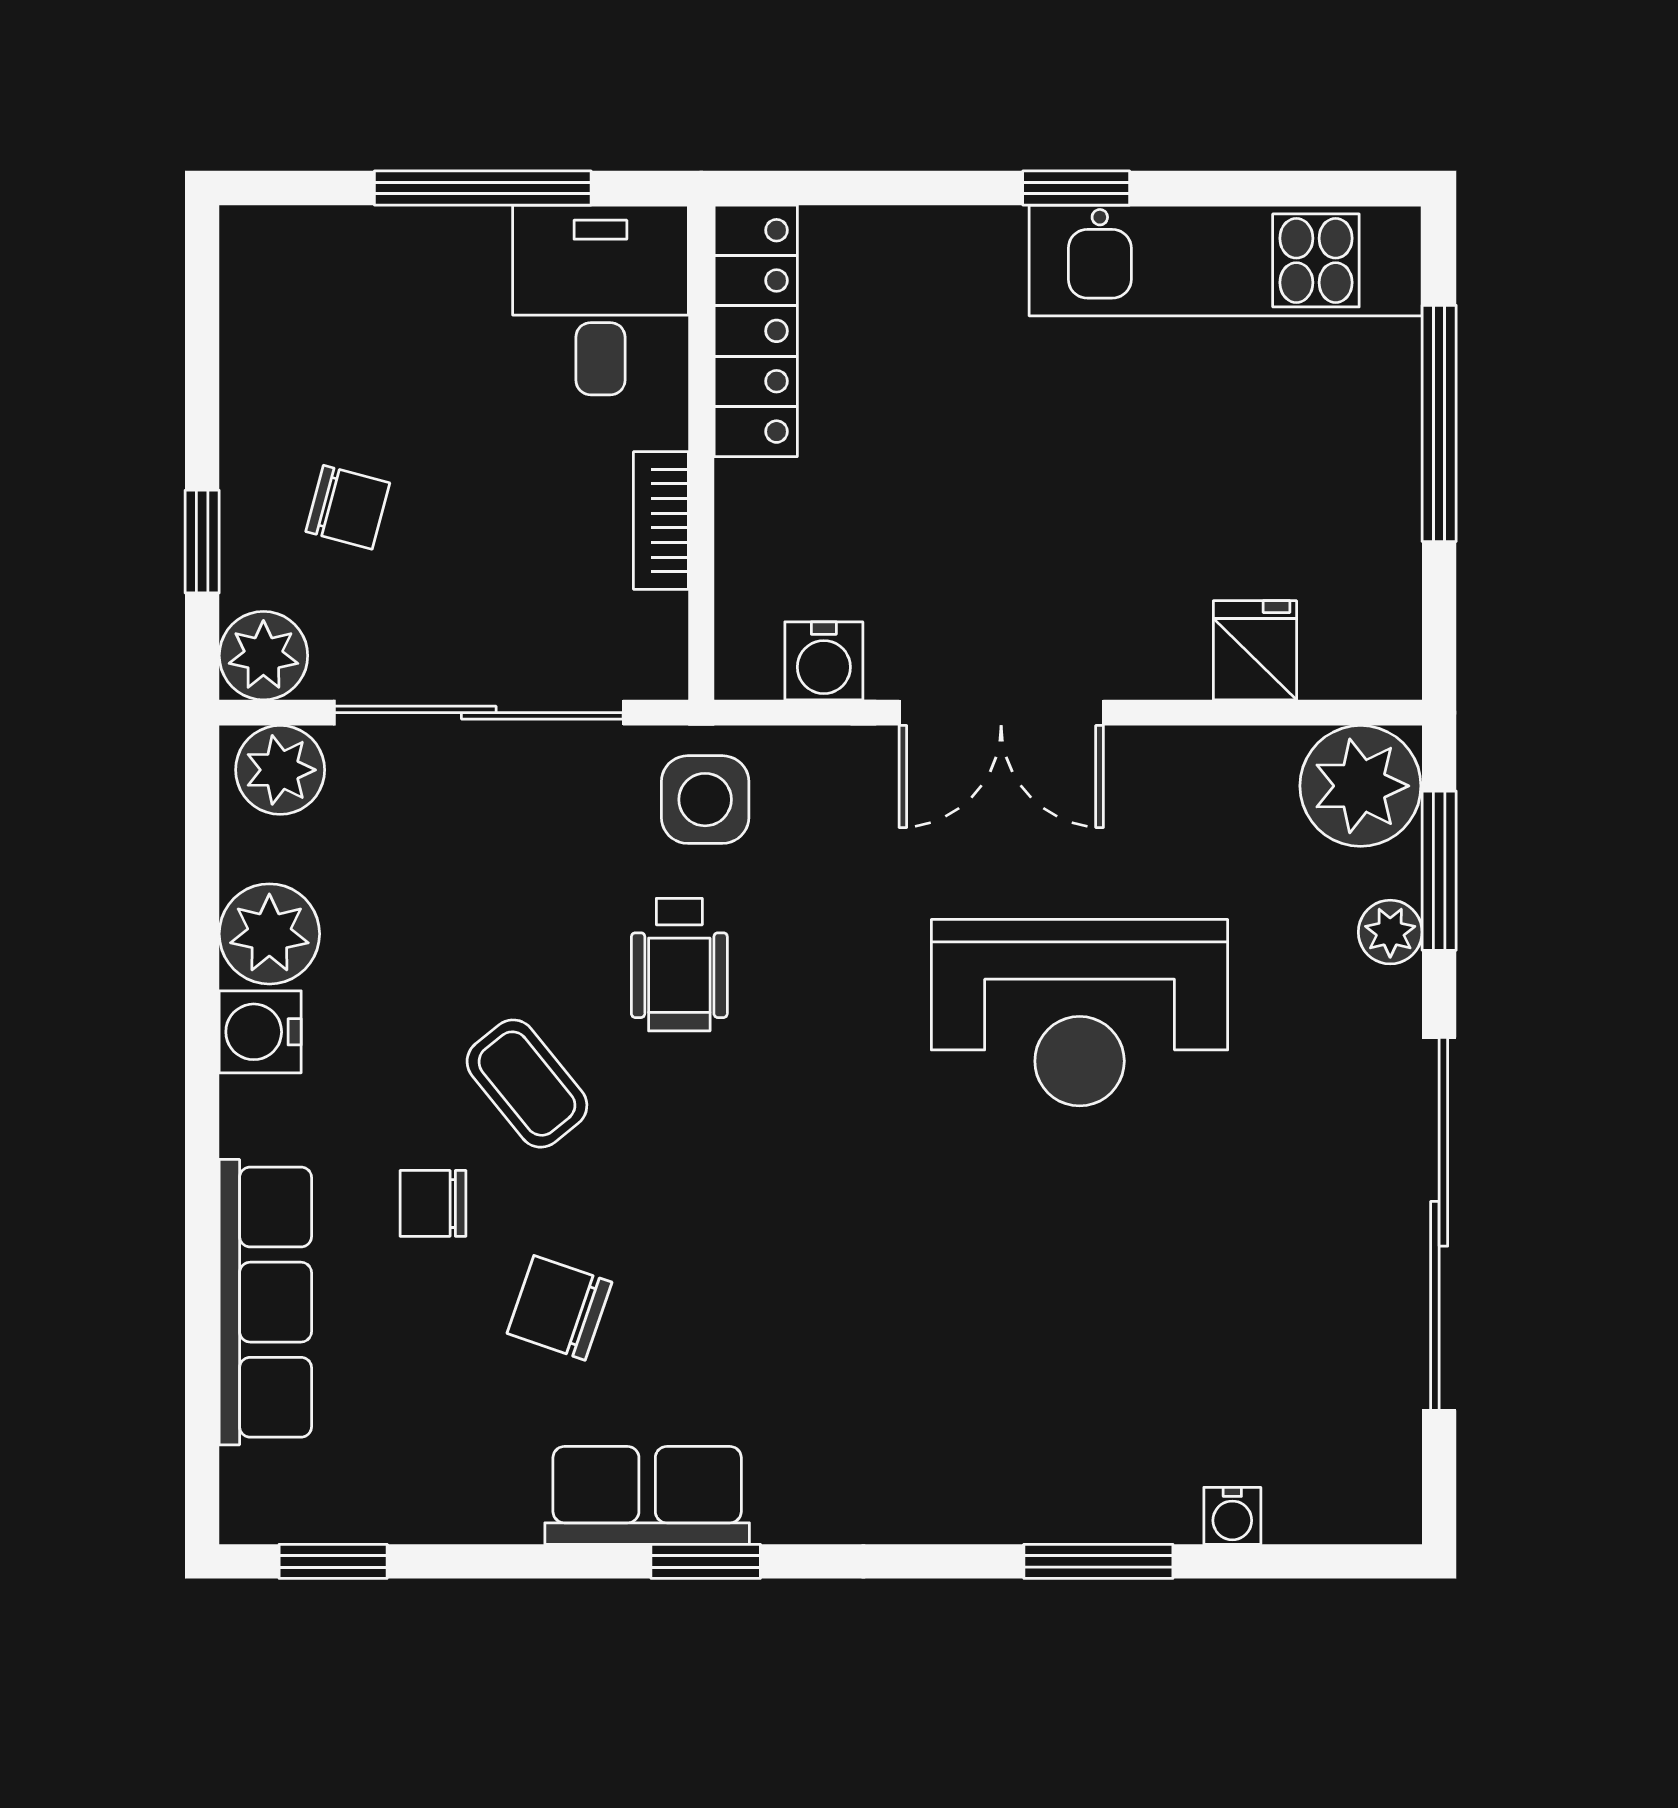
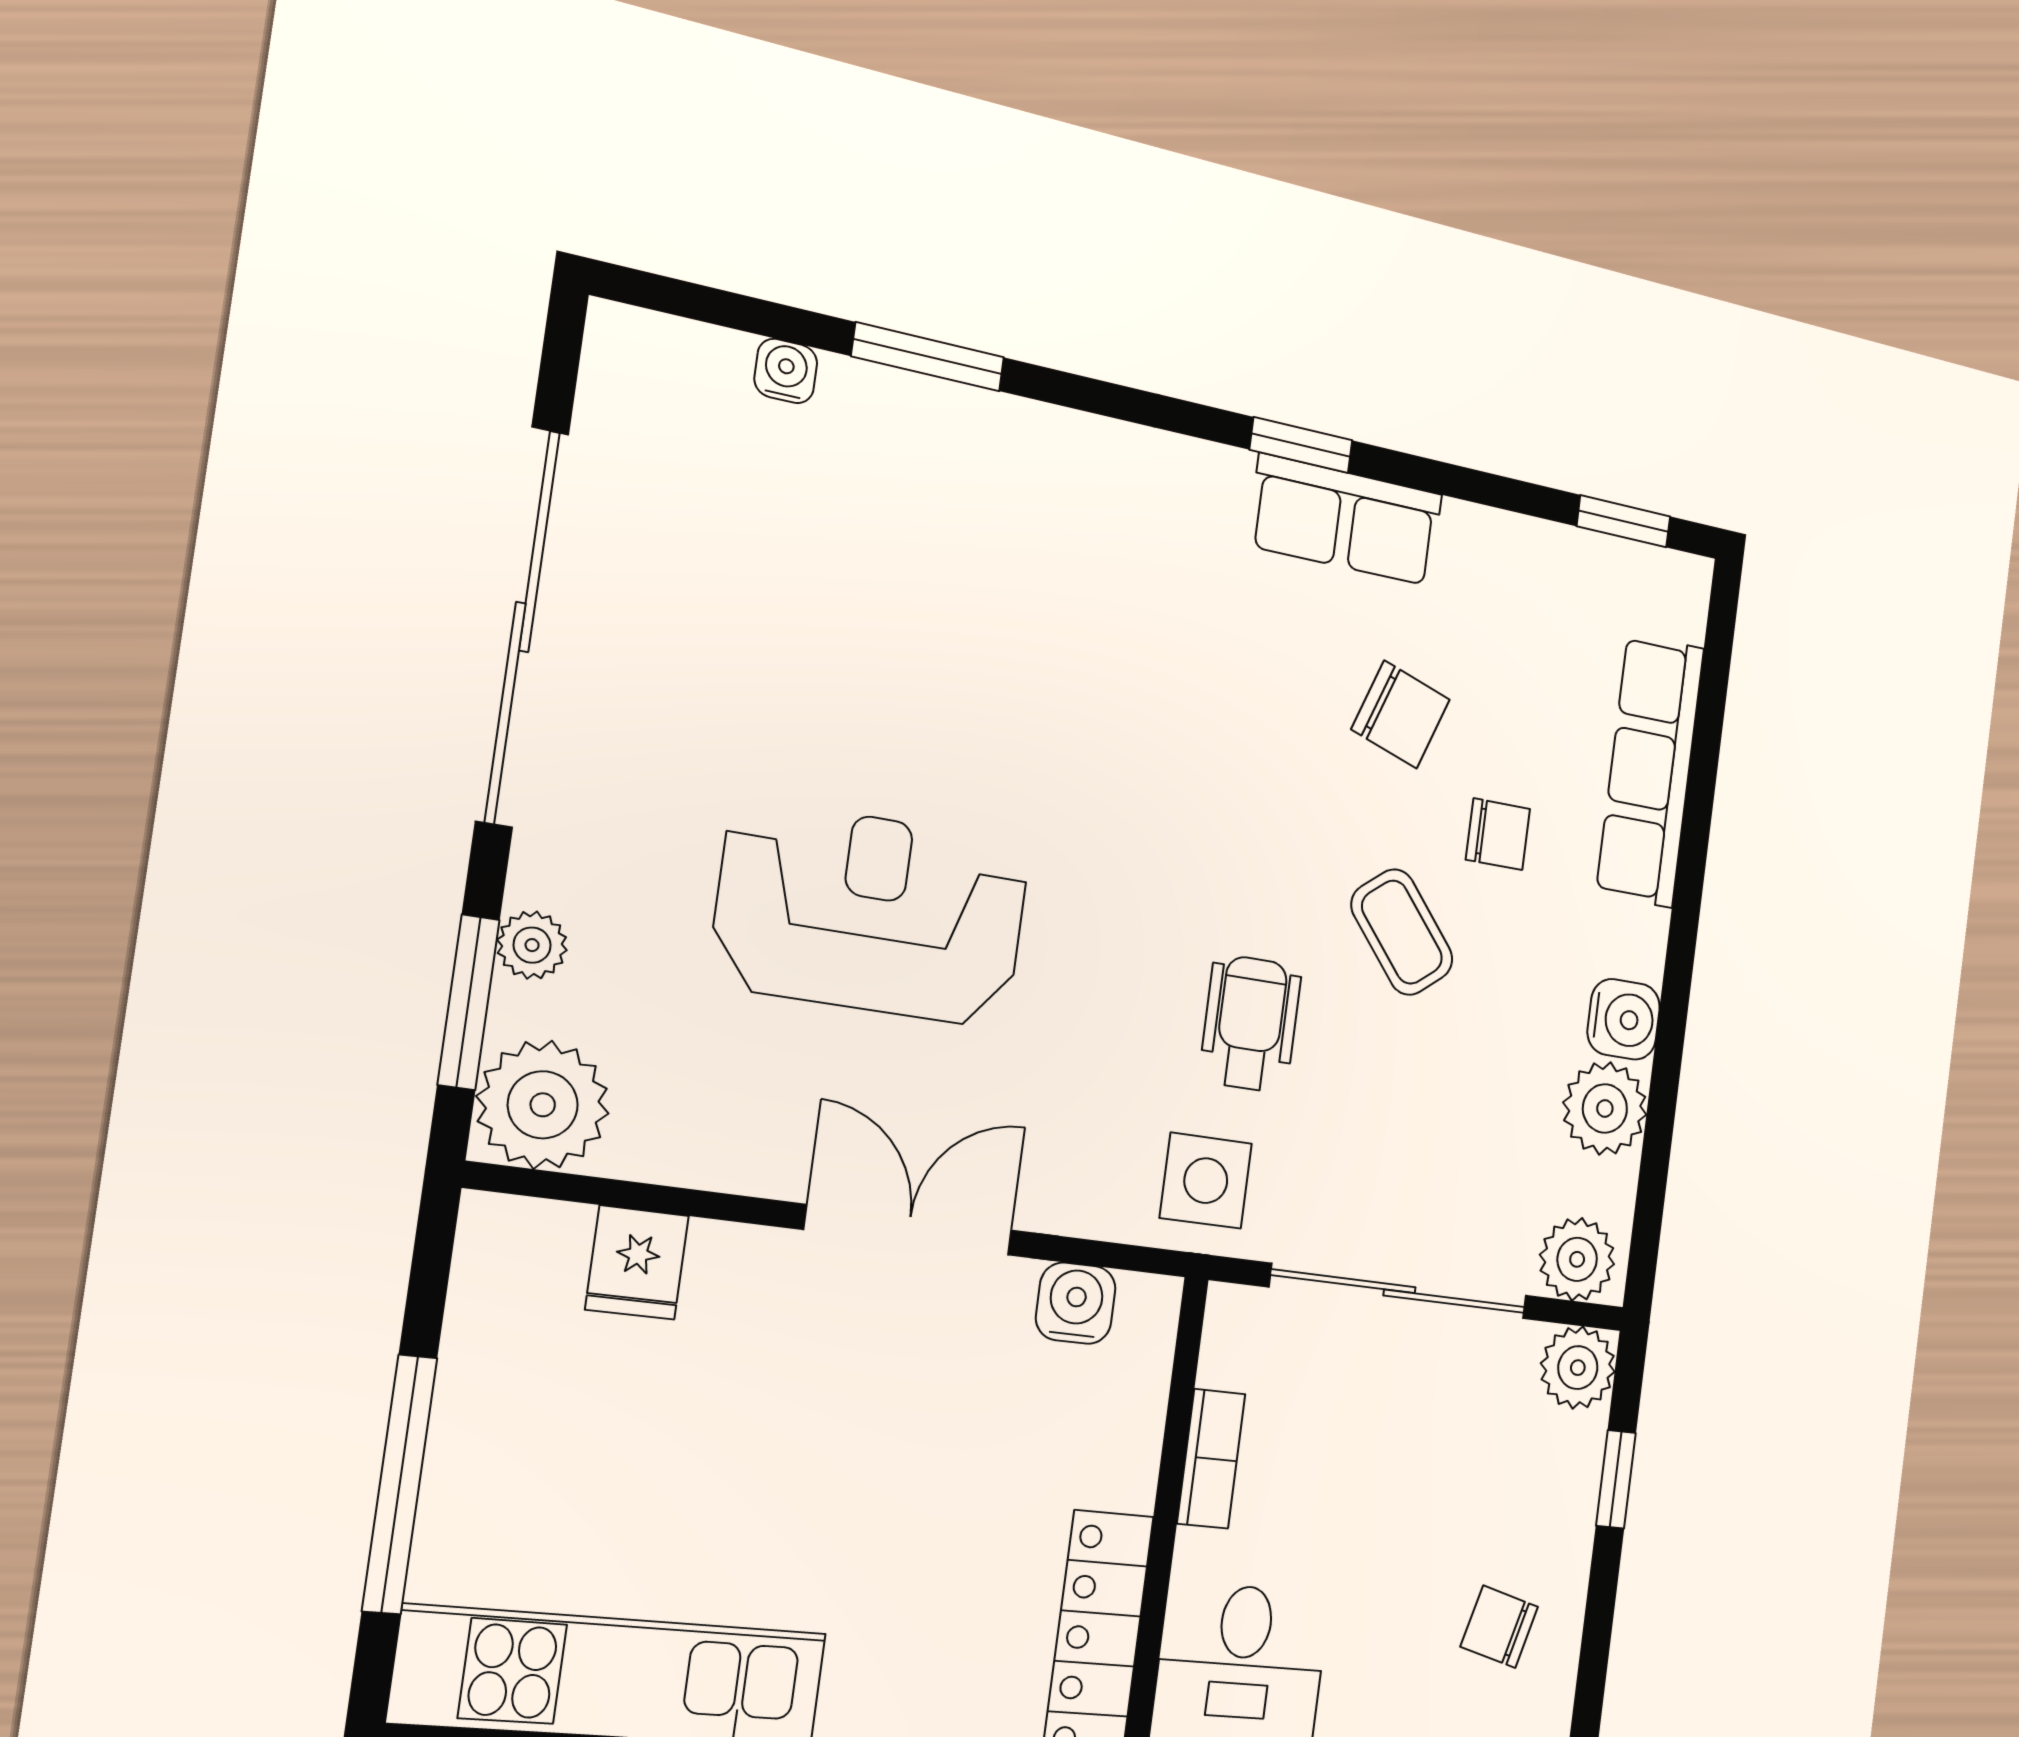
chair: (348, 507) -> (1499, 1627), moved

